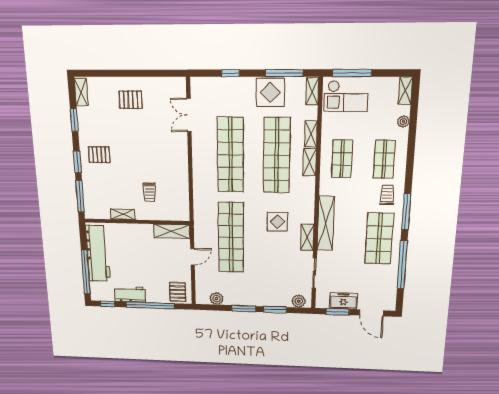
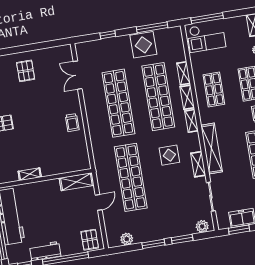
shelving: (312, 91) -> (191, 121), moved
pallet: (131, 100) -> (26, 71), turned 90
trolley: (149, 192) -> (72, 123), moved

